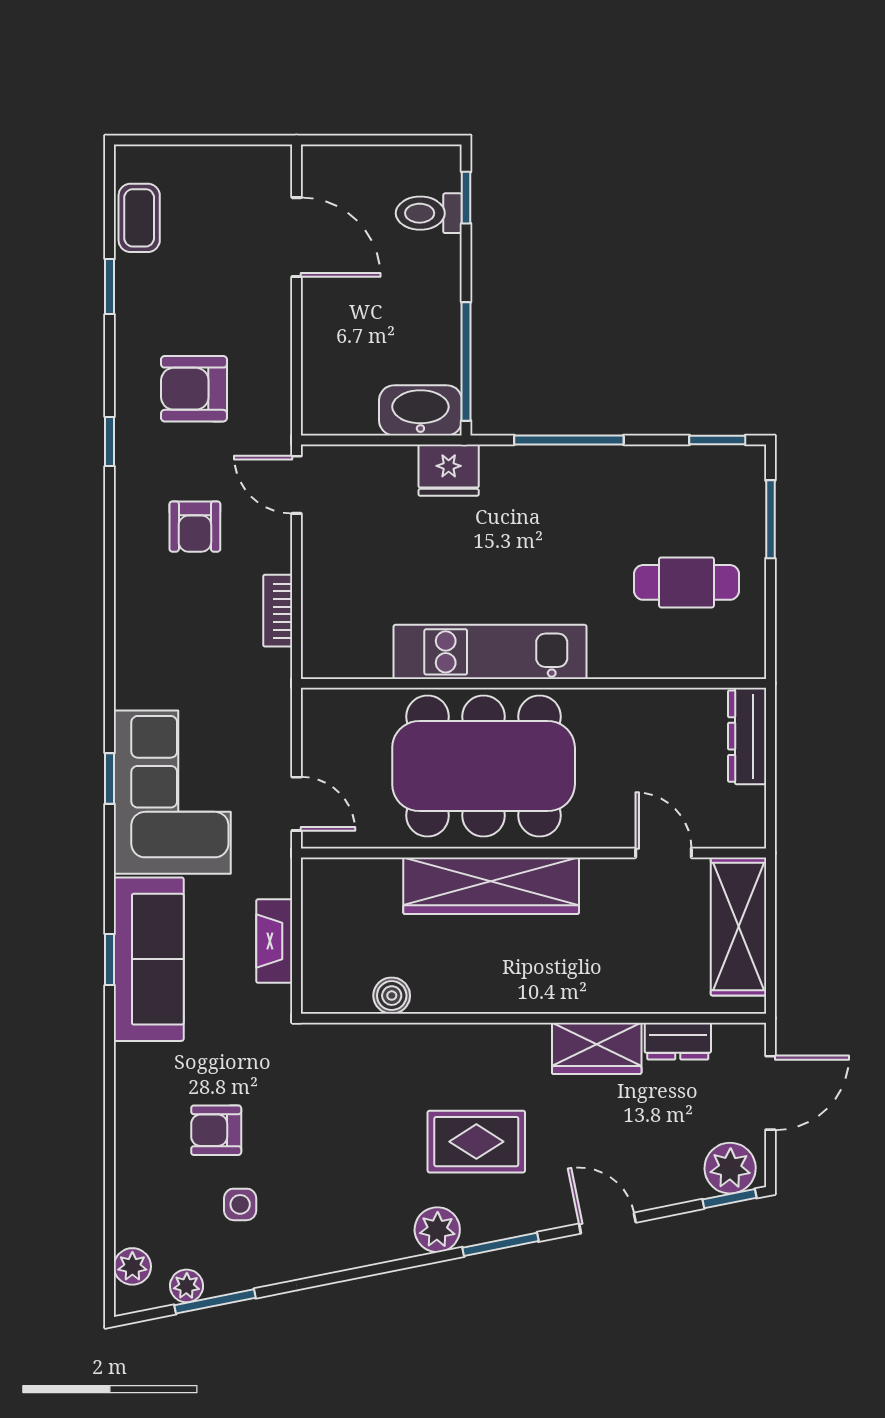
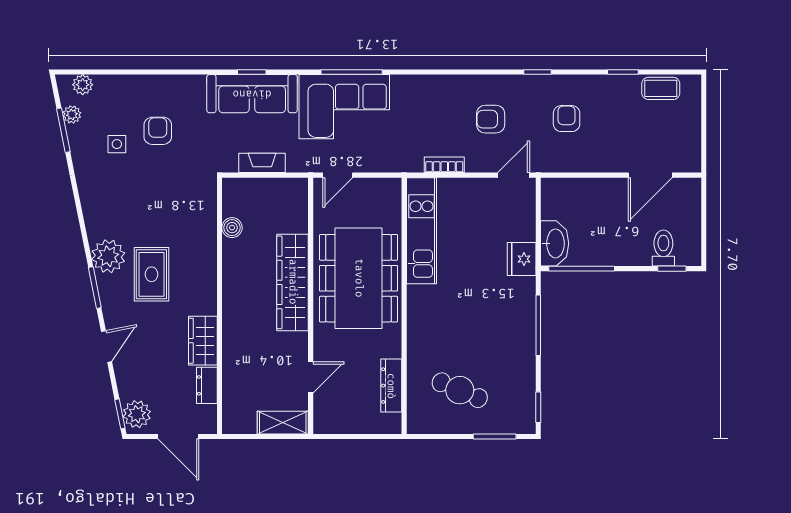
armchair: (194, 389) -> (567, 119), width x0.72, depth x0.72
cafe table: (687, 582) -> (460, 390), turned -67
kitchen unit: (490, 652) -> (421, 231), moved
dresser: (747, 736) -> (391, 386), moved, turned -90
window: (110, 779) -> (352, 72), width x2.17
shelving: (738, 926) -> (283, 423), width x0.67, depth x0.75
plant: (437, 1230) -> (108, 256), width x1.36, depth x1.36

